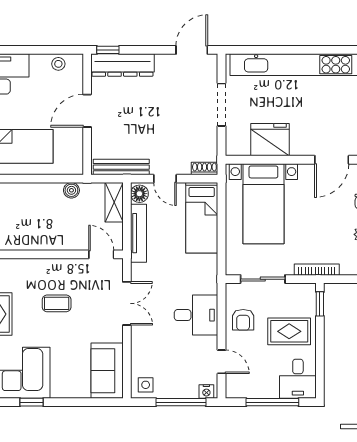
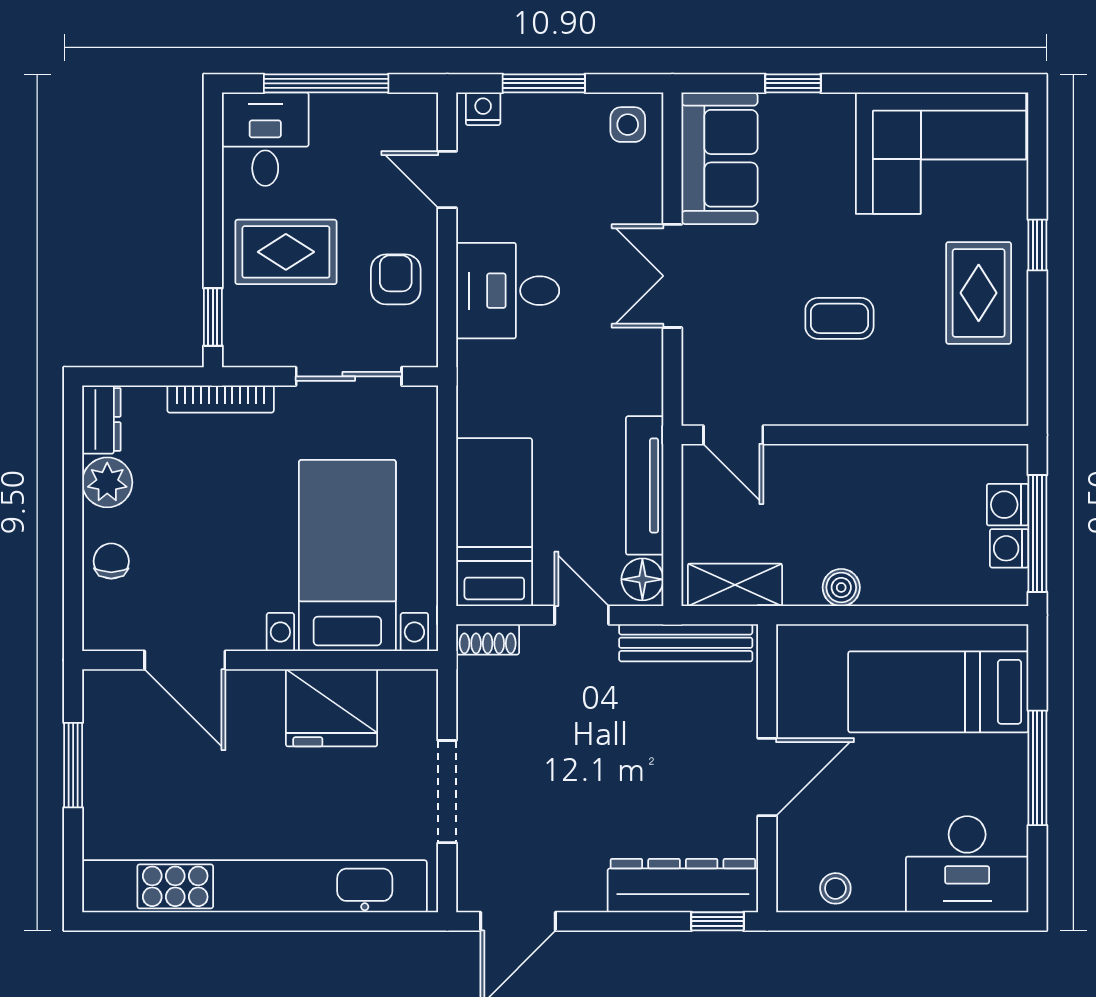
door: (332, 160) -> (185, 660), swing flipped
boiler: (71, 190) -> (841, 587), moved
shelving: (114, 202) -> (735, 585), moved, turned 90
double door: (127, 303) -> (672, 276), moved
window: (32, 402) -> (793, 83), moved
window: (181, 402) -> (544, 83), width x0.69

